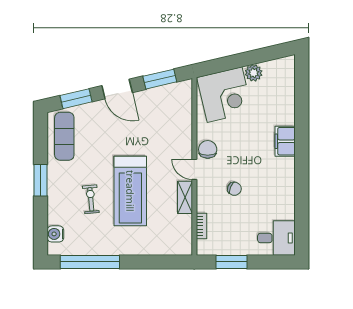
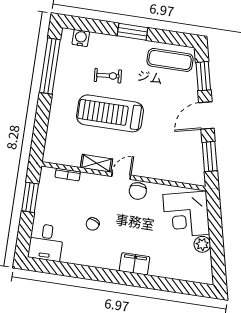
chair: (208, 149) -> (138, 191), turned 90
chair: (234, 189) -> (93, 224), moved

